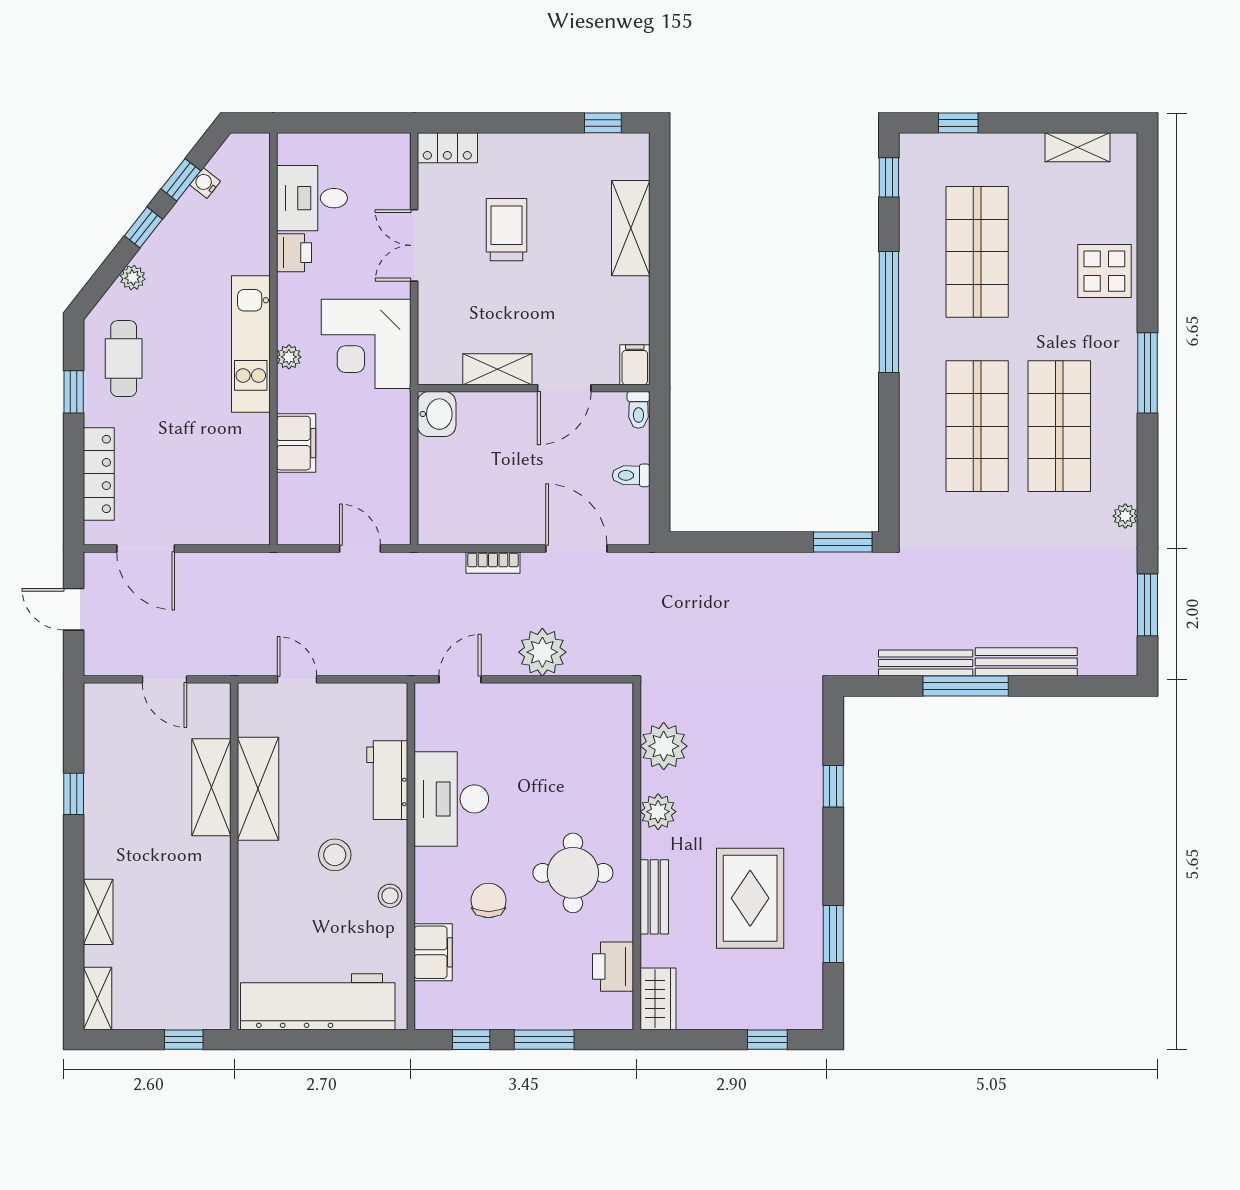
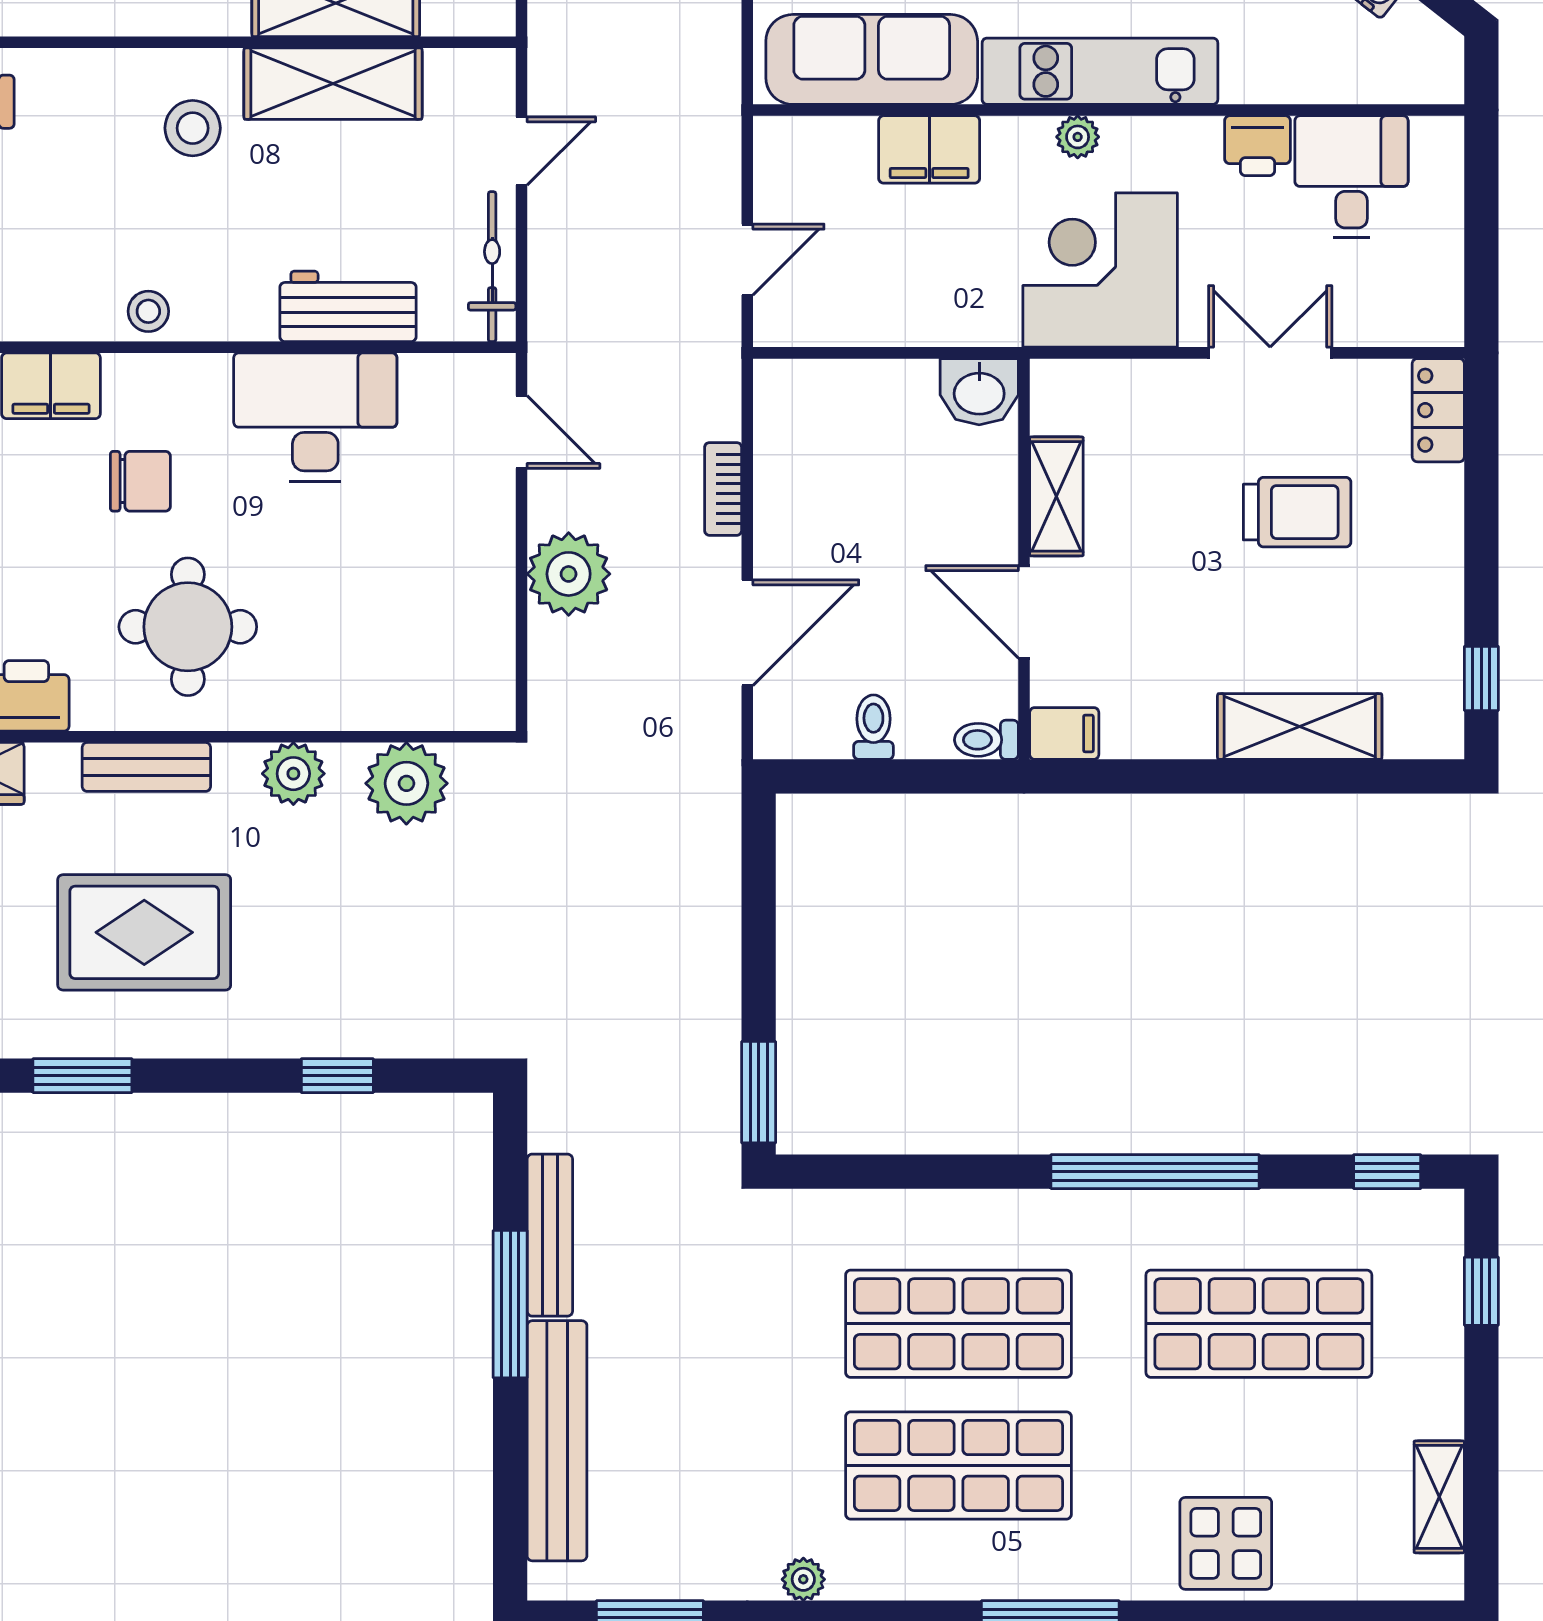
sofa: (244, 476) -> (872, 59), added
bench: (1026, 662) -> (557, 1441), width x1.37, depth x1.21
bicycle: (364, 697) -> (492, 267), added
stool: (335, 855) -> (193, 128), moved

